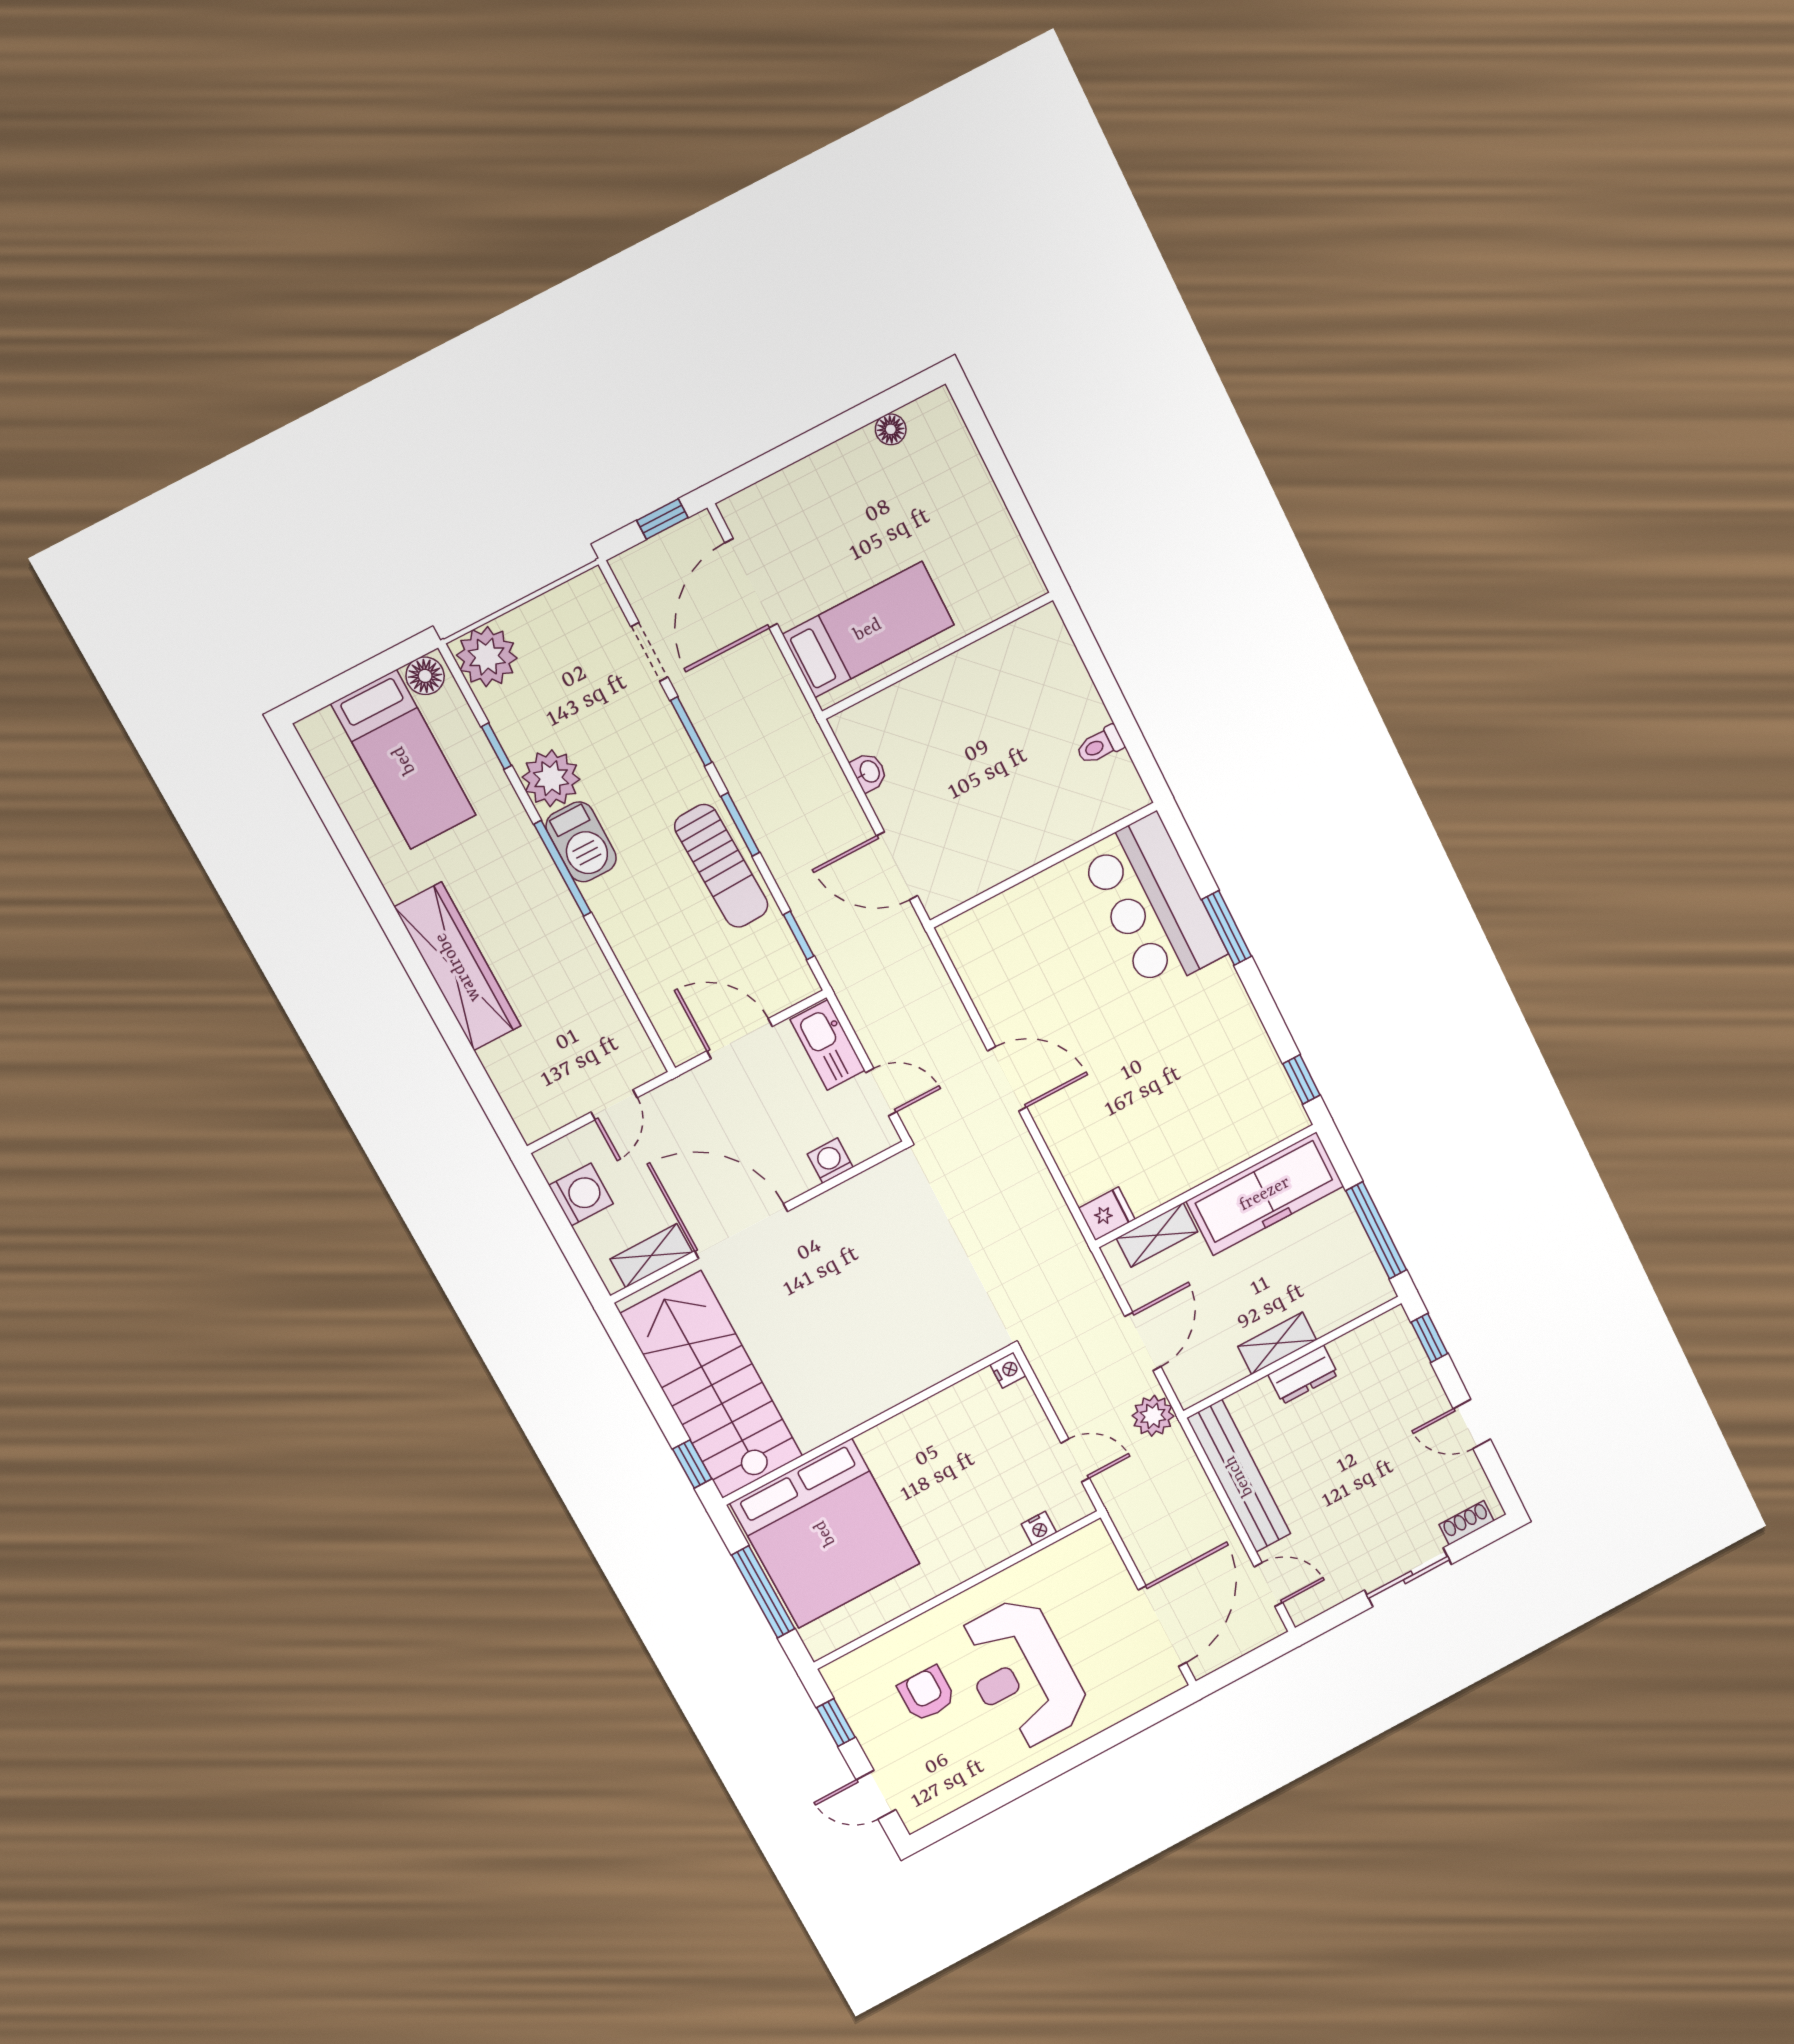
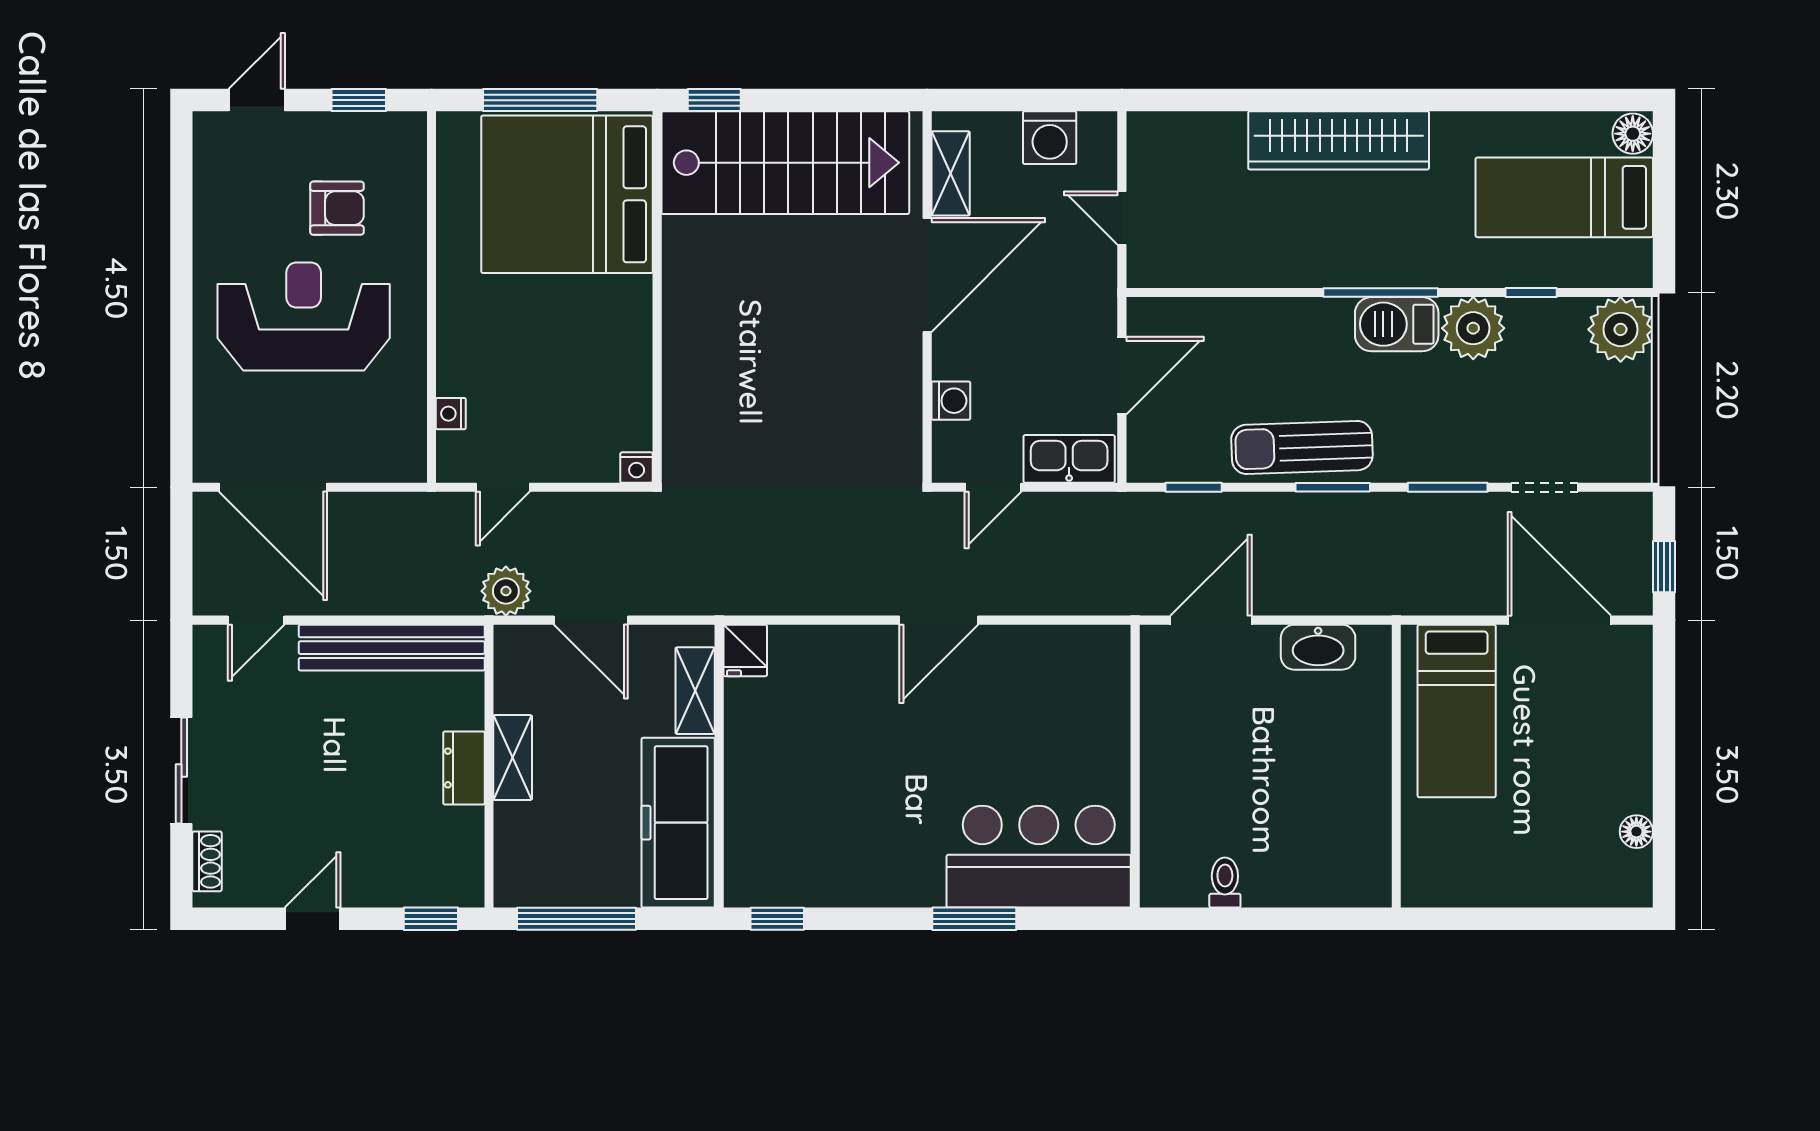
floor lamp: (425, 676) -> (1633, 134), moved
washbasin: (869, 772) -> (1318, 647), width x1.91, depth x1.45

